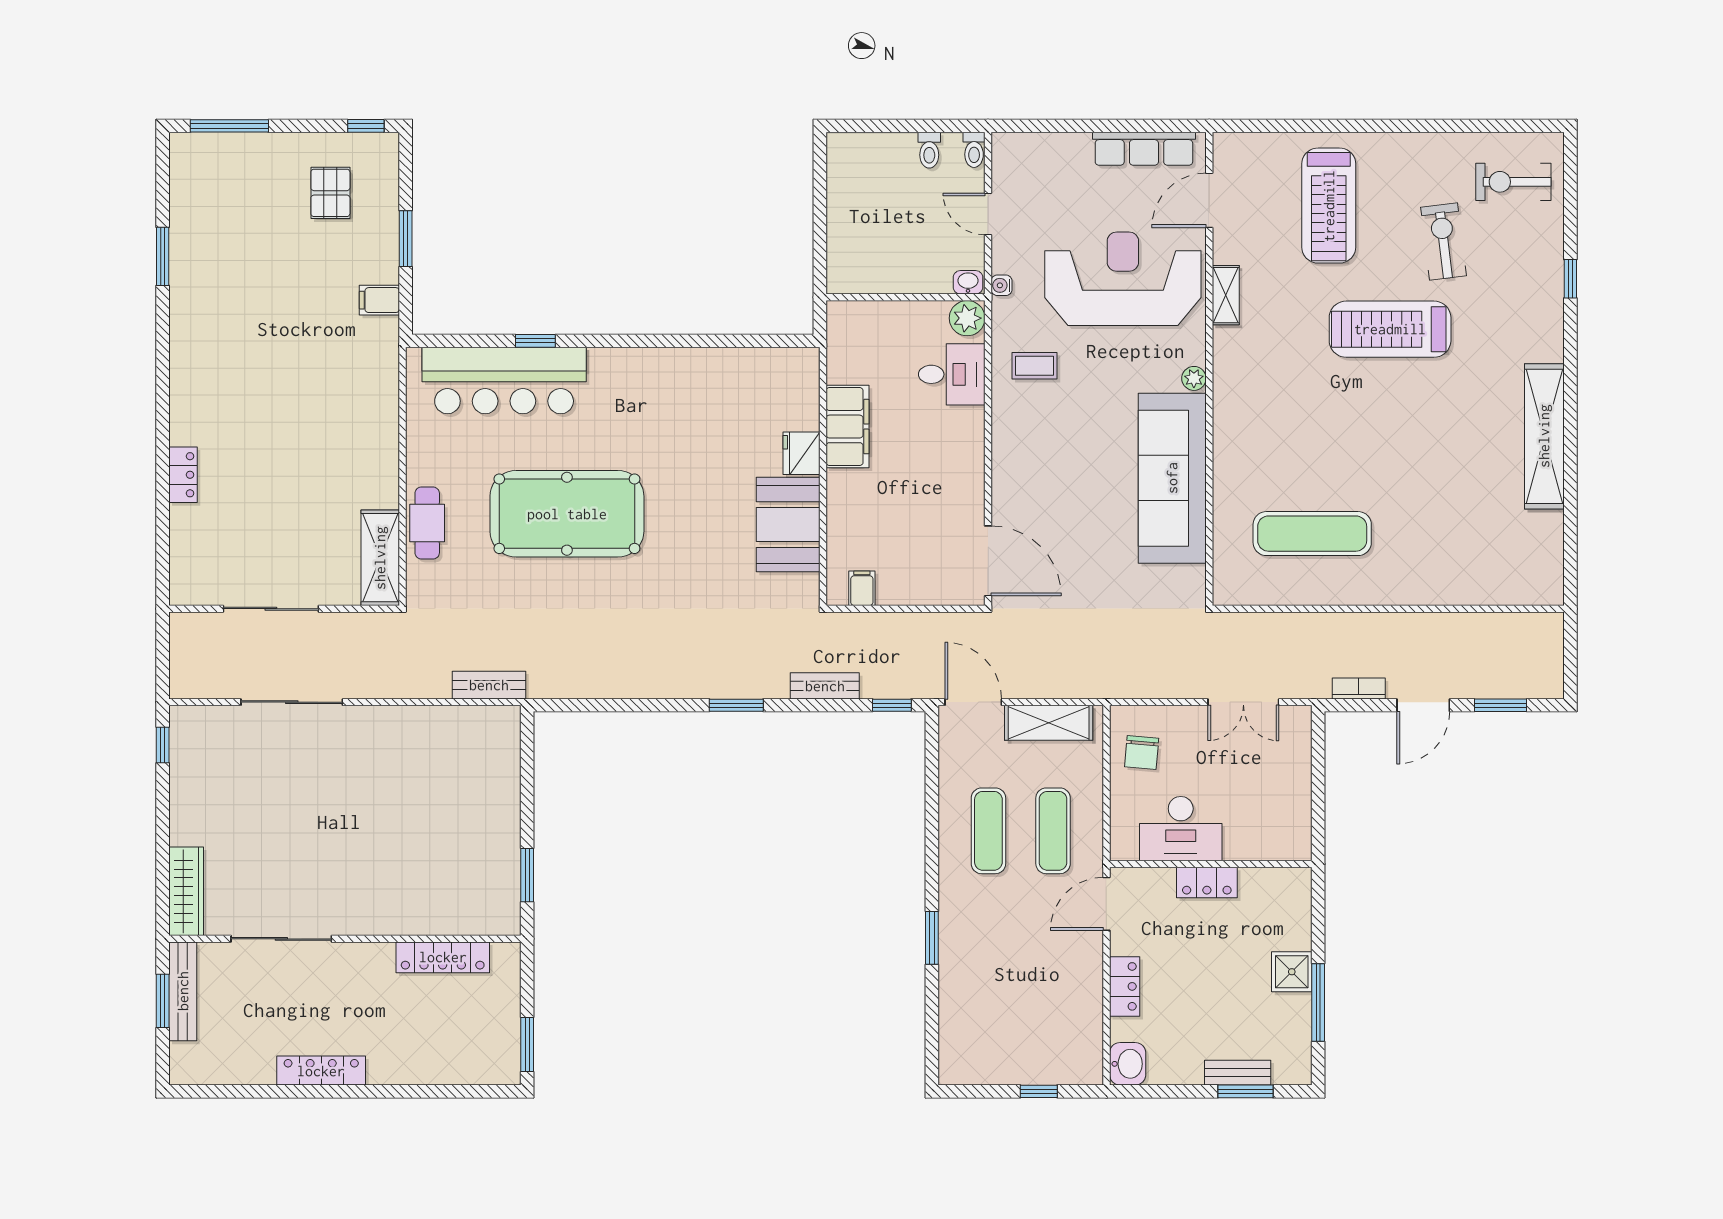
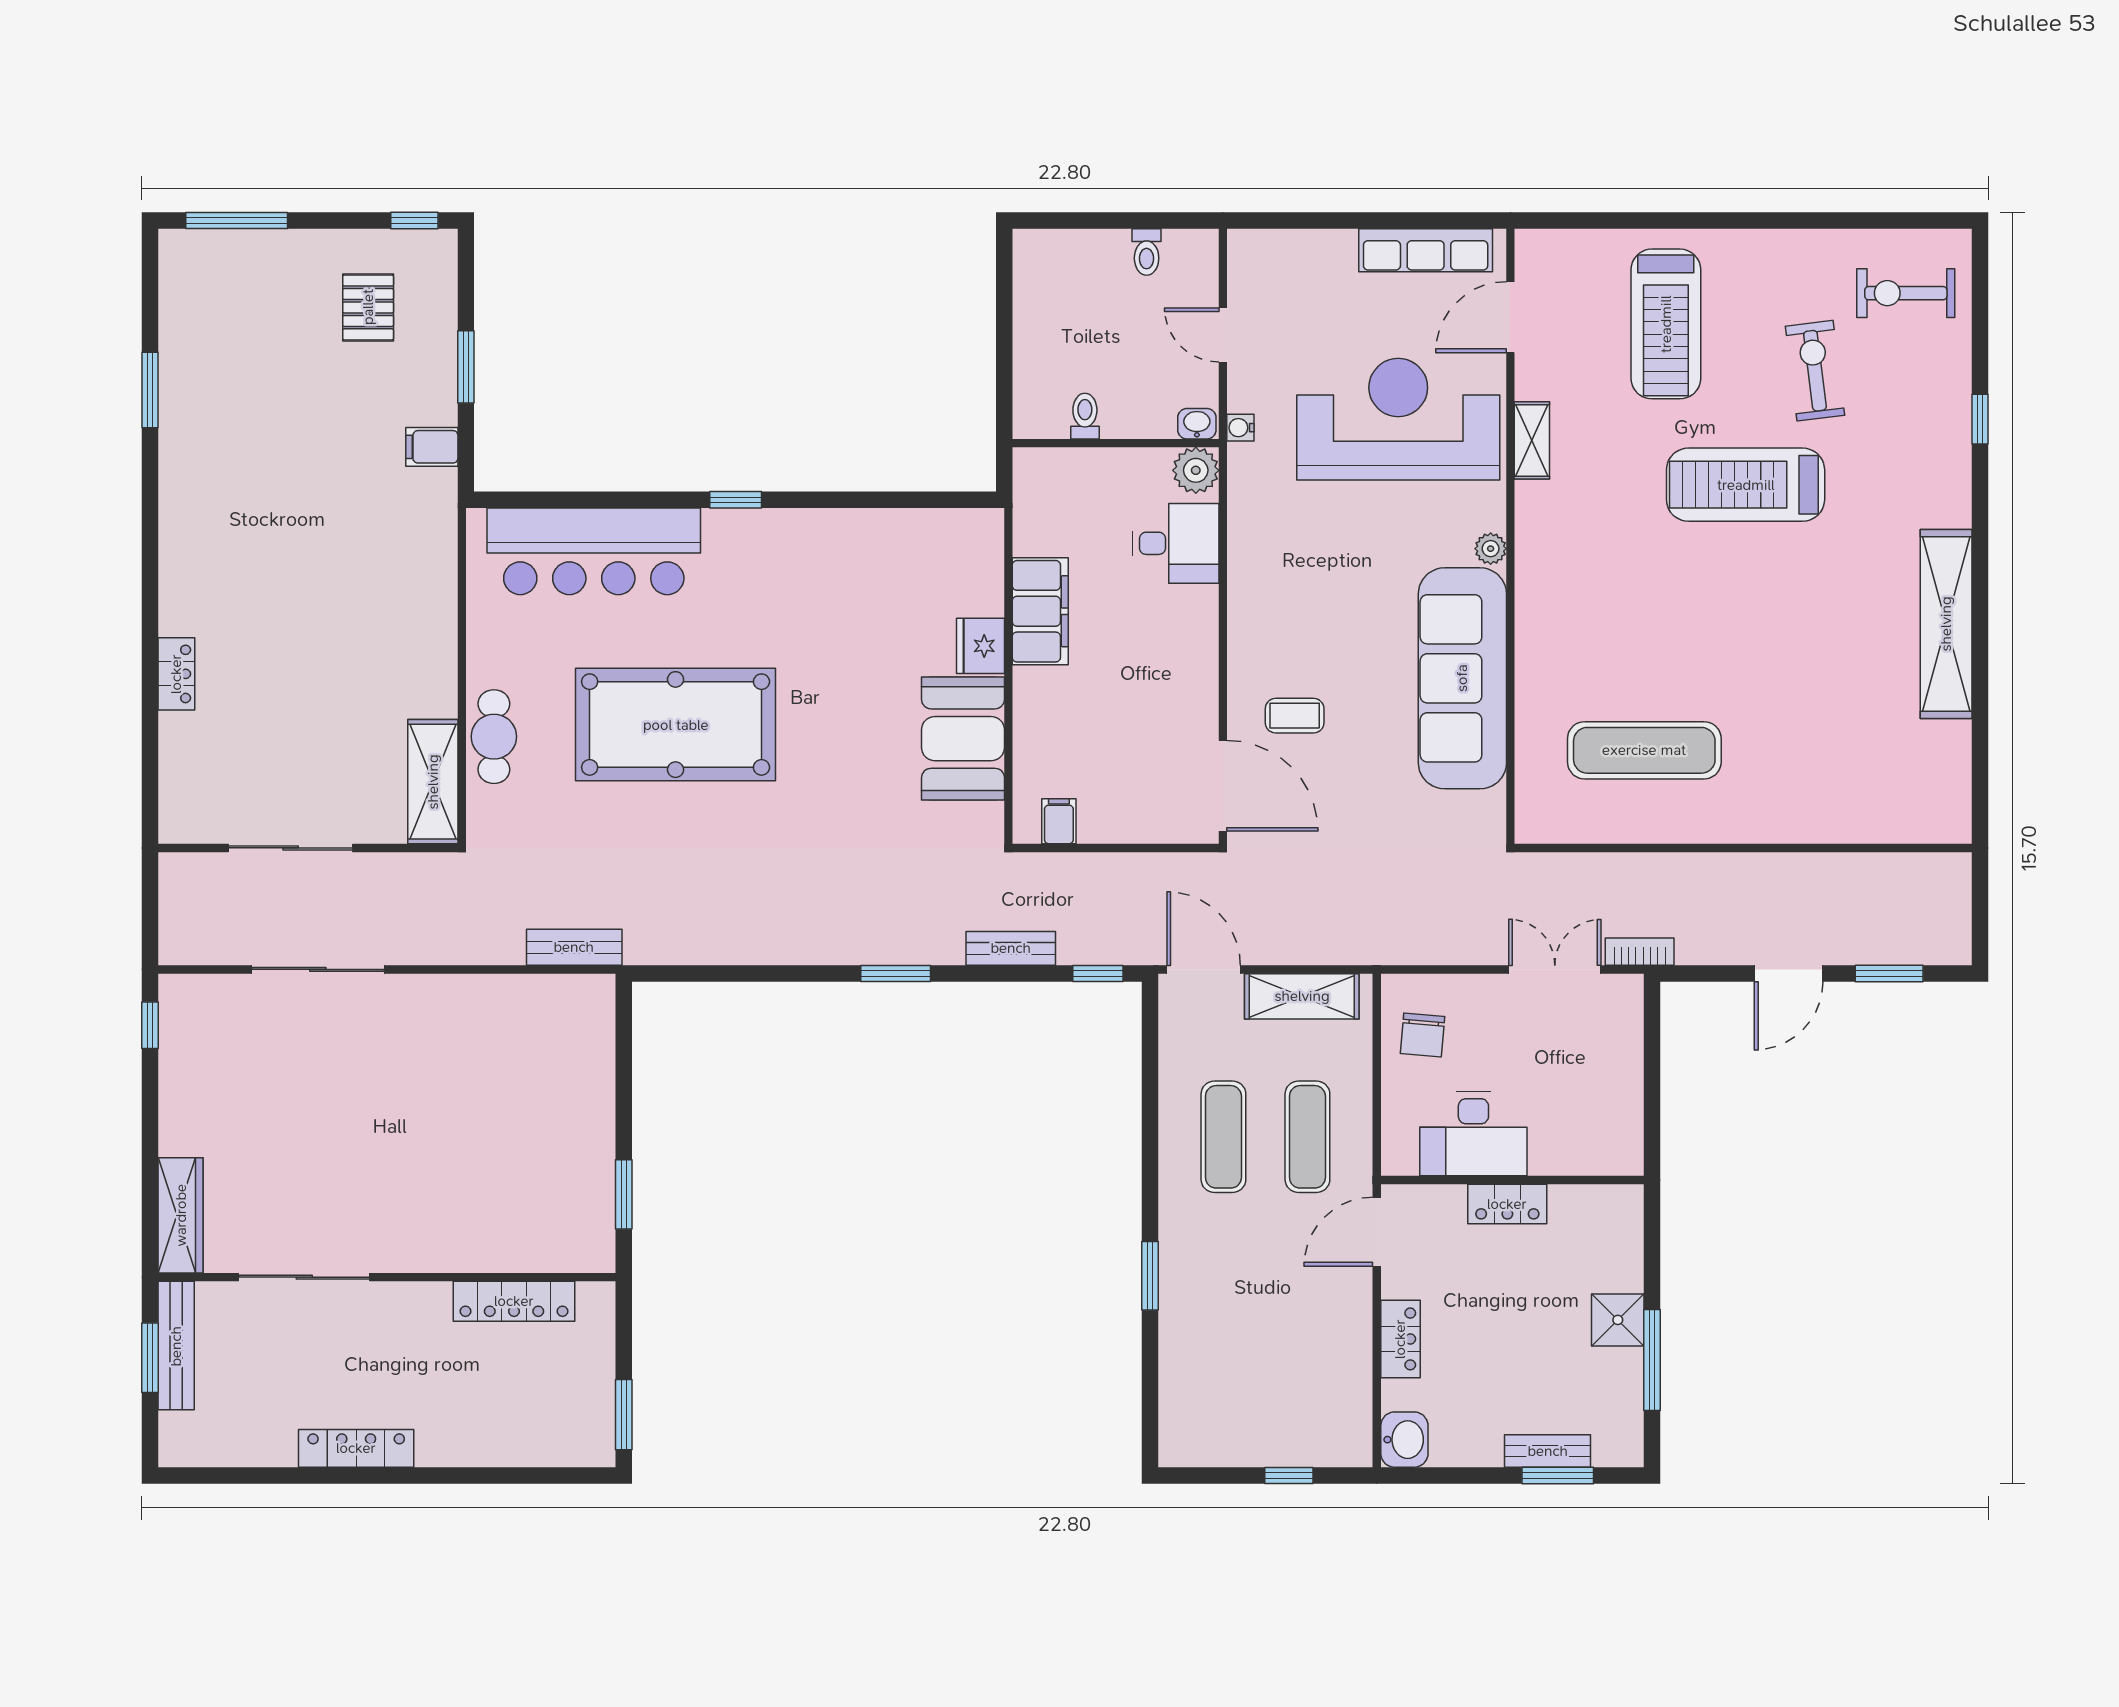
toilet: (974, 150) -> (1085, 416), moved, turned 180
window: (535, 341) -> (736, 500), moved
coffee table: (1035, 366) -> (1295, 716), moved
bookcase: (1359, 688) -> (1640, 952), moved
double door: (1243, 702) -> (1555, 969), swing flipped

